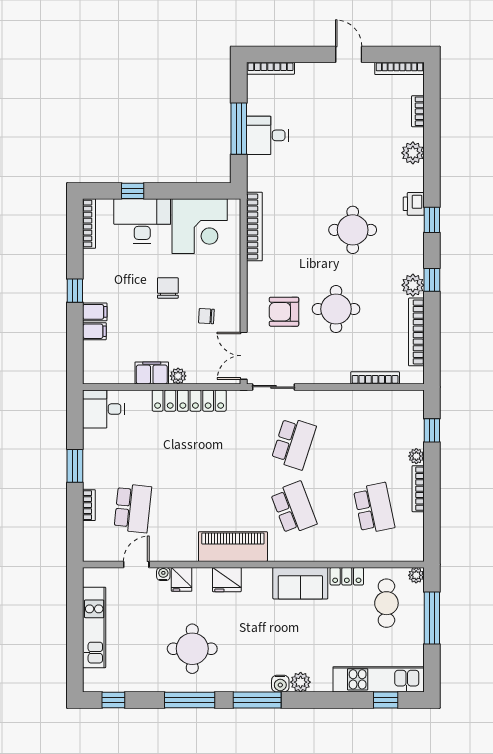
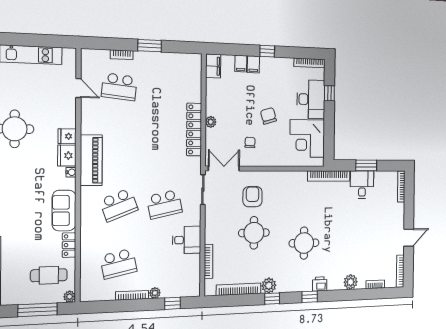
window: (239, 129) -> (366, 165), width x0.69
bookcase: (254, 227) -> (329, 176), moved
chair: (168, 288) -> (268, 116), turned -106
filing cabinet: (152, 373) -> (213, 66), moved
desk: (103, 409) -> (187, 240), moved, turned 90
school desk: (294, 443) -> (164, 204), turned -30
water cooler: (163, 574) -> (71, 172), moved
fridge: (182, 579) -> (67, 136), moved

